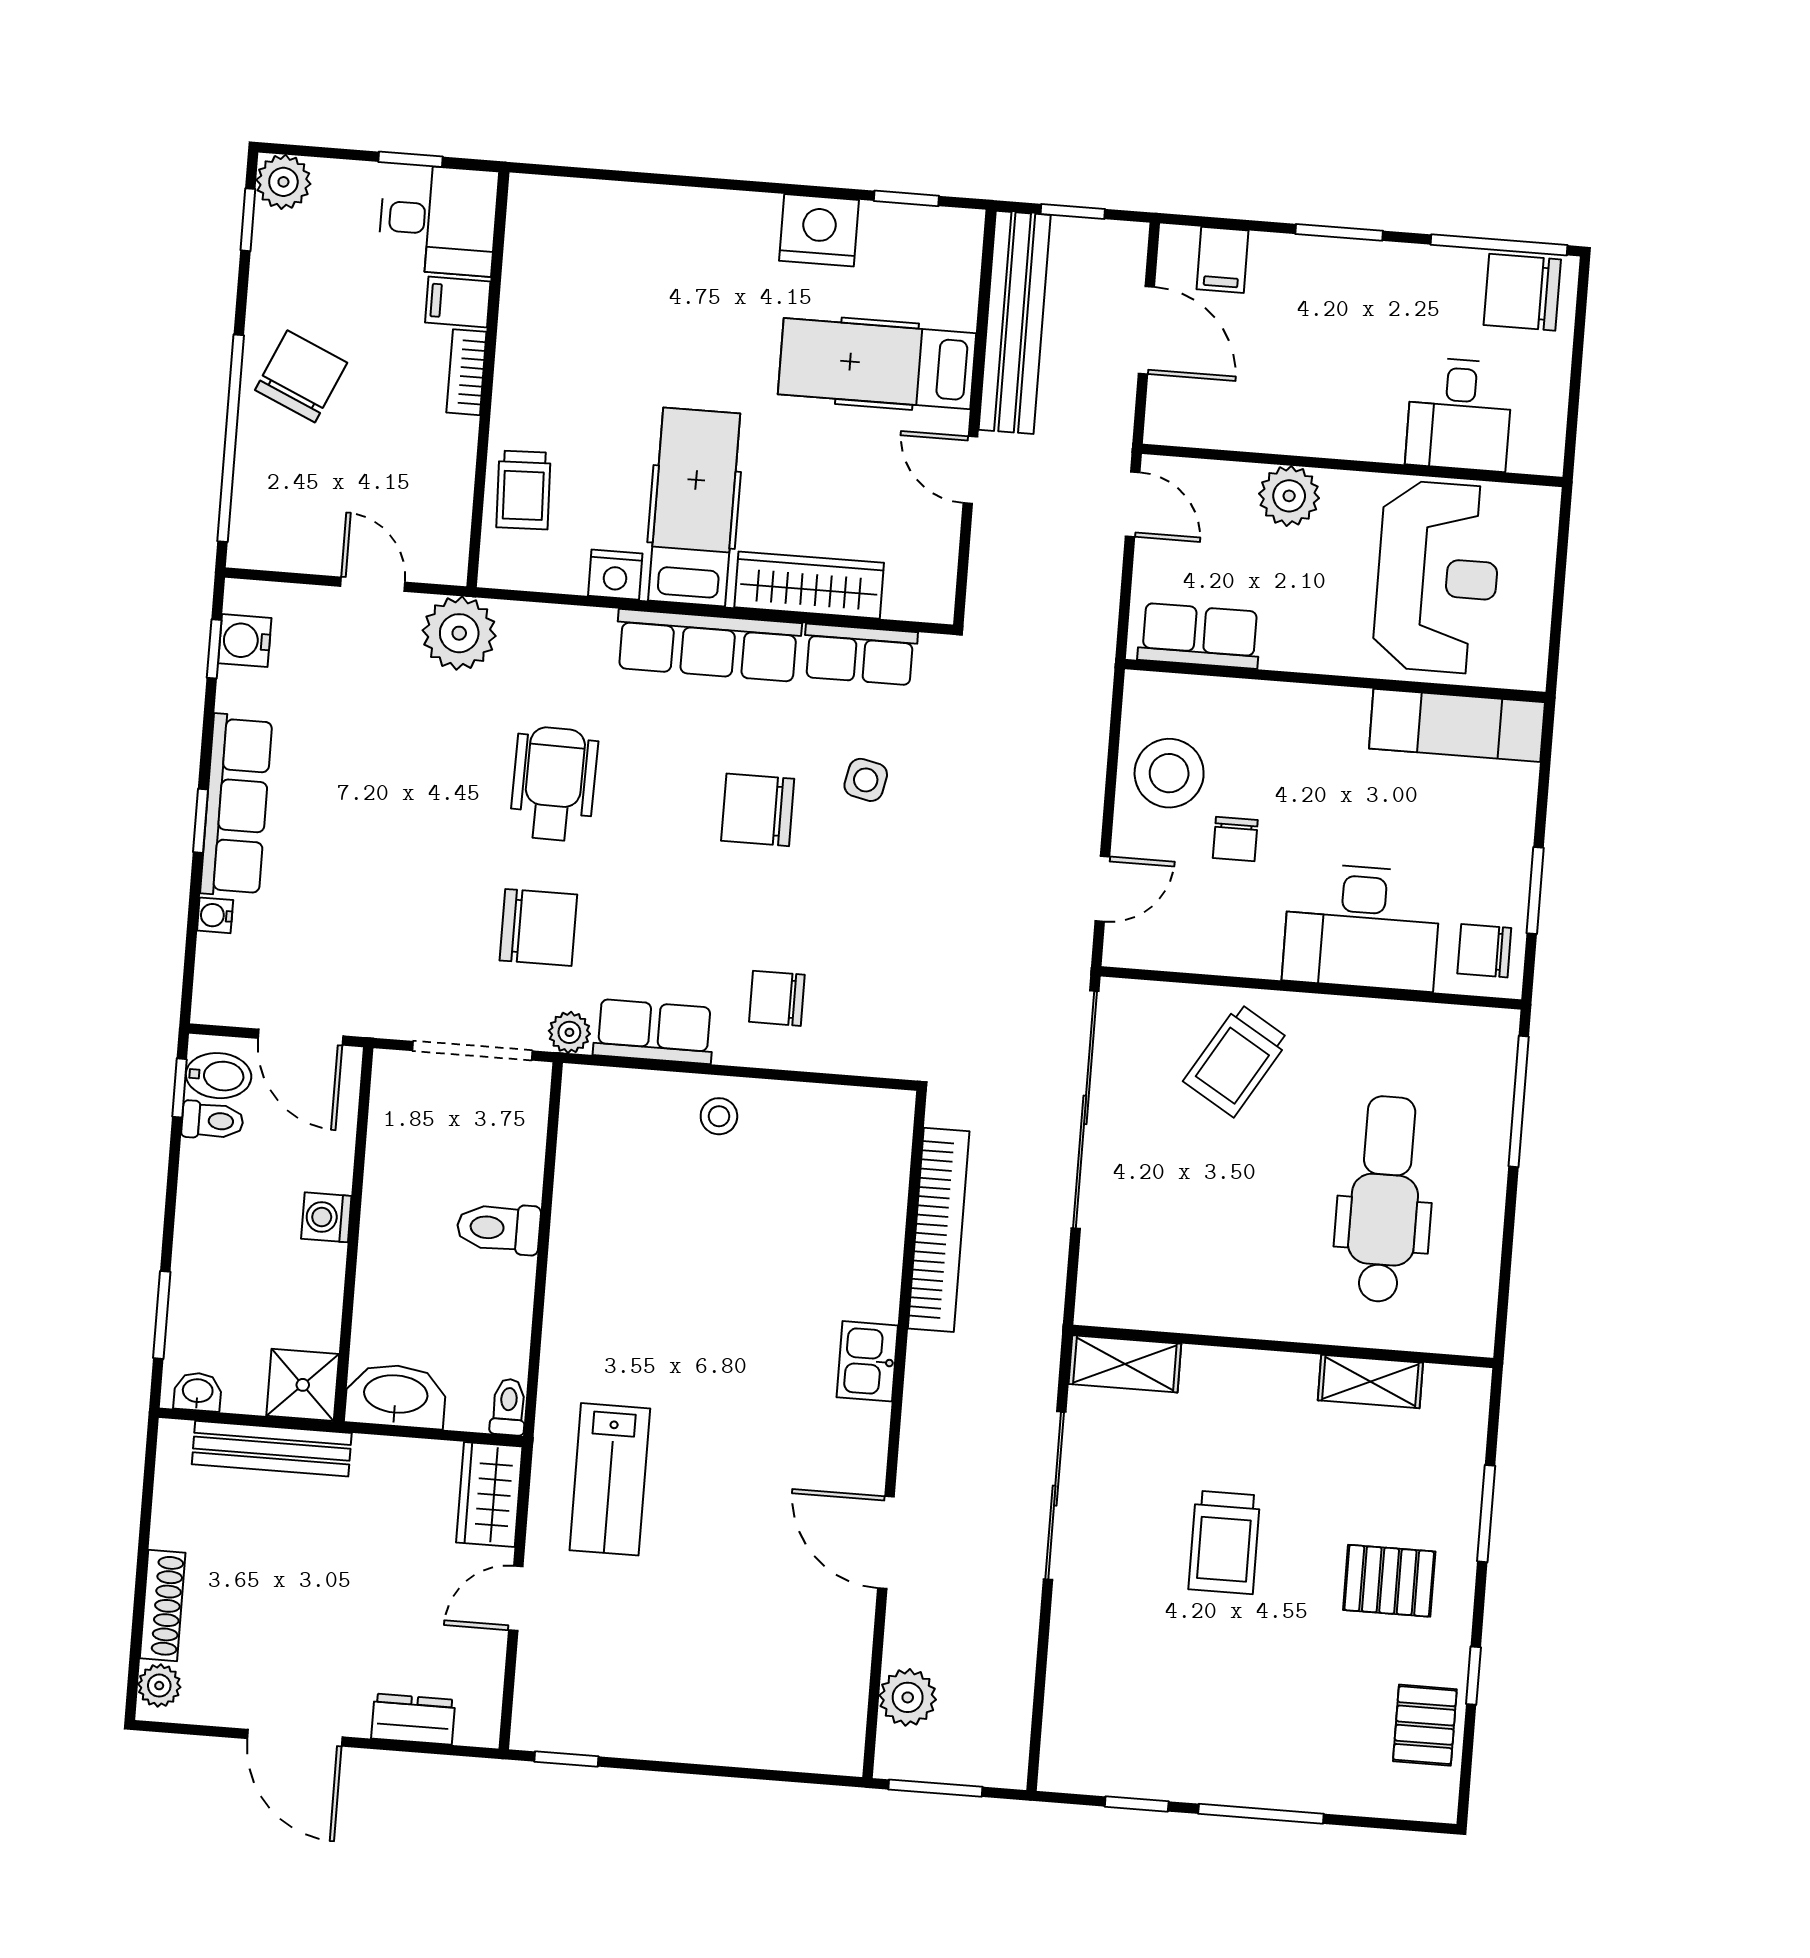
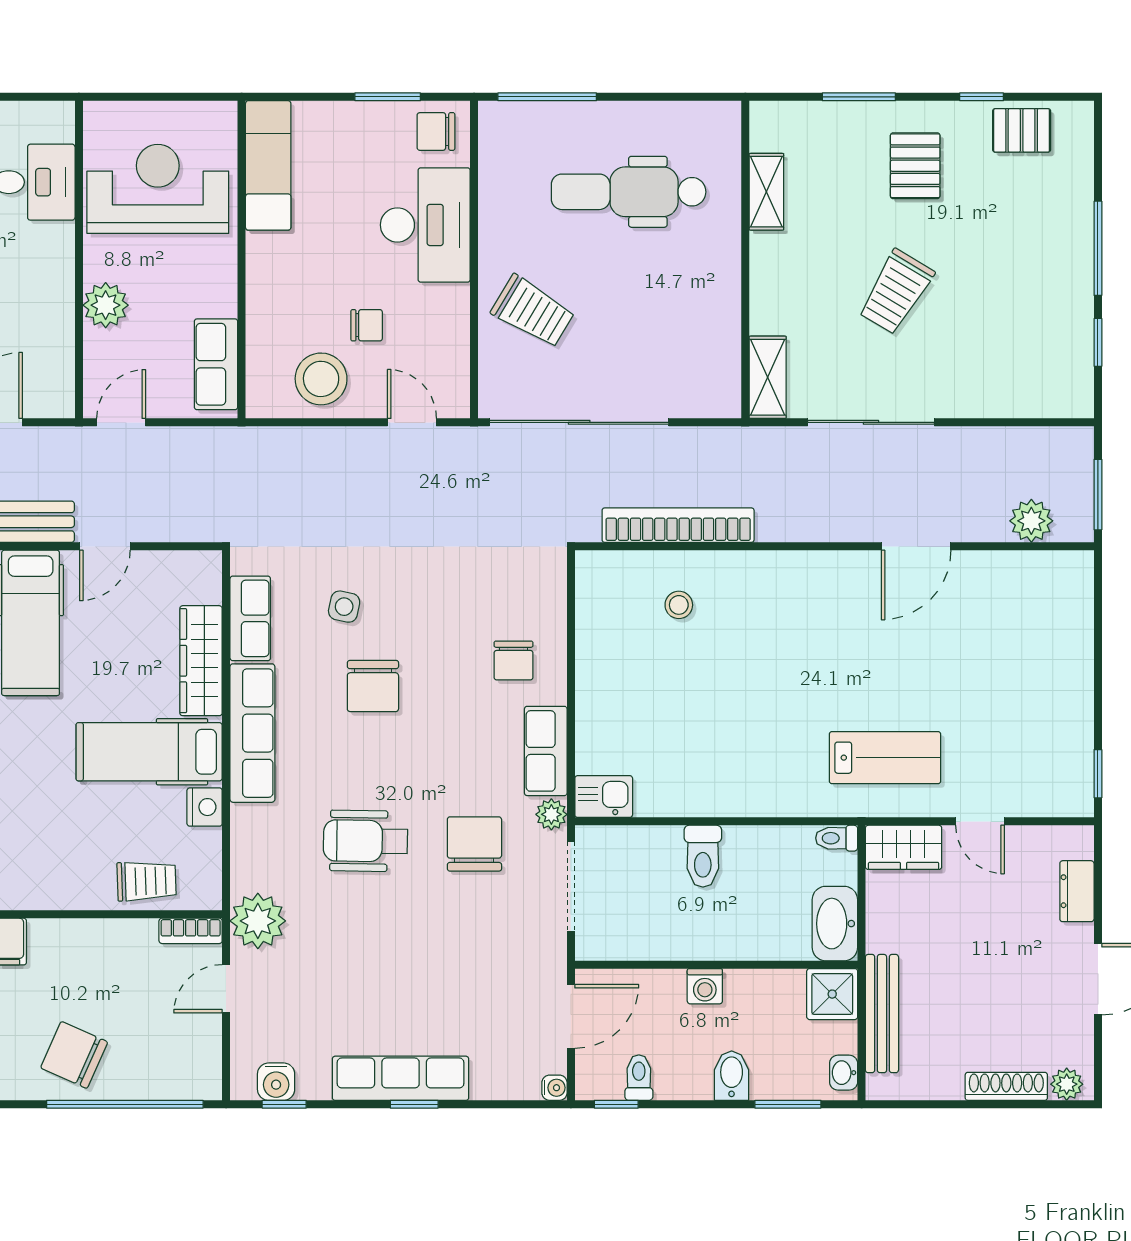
bookcase: (466, 372) -> (191, 931), moved
water cooler: (215, 915) -> (554, 1088), moved, turned -90
chair: (1484, 951) -> (436, 131), turned 90
bidet: (219, 1076) -> (732, 1076), moved
stool: (719, 1116) -> (679, 605), moved
kitchen sink: (867, 1361) -> (604, 797), moved, turned 180
trolley: (1224, 1542) -> (896, 292), turned 121

